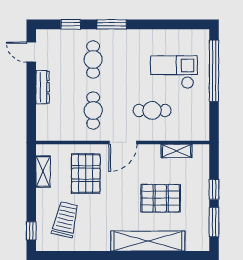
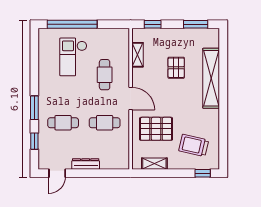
window: (214, 189) -> (153, 24), moved
pallet: (161, 198) -> (176, 68), width x0.67, depth x0.71

